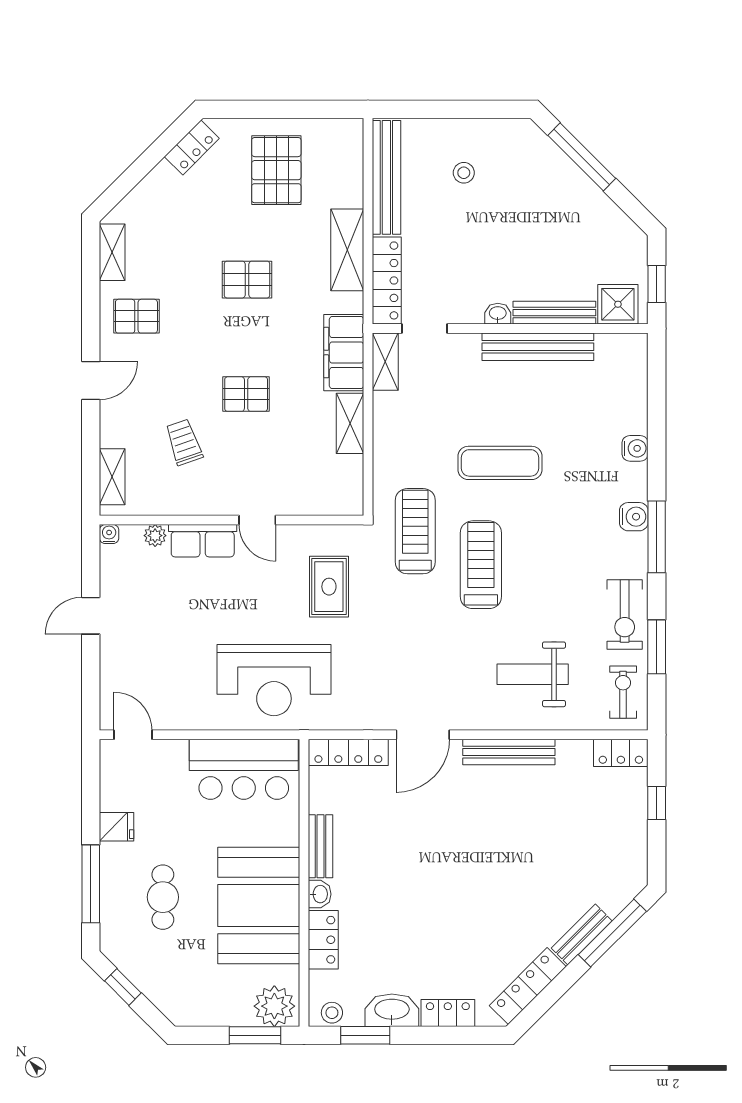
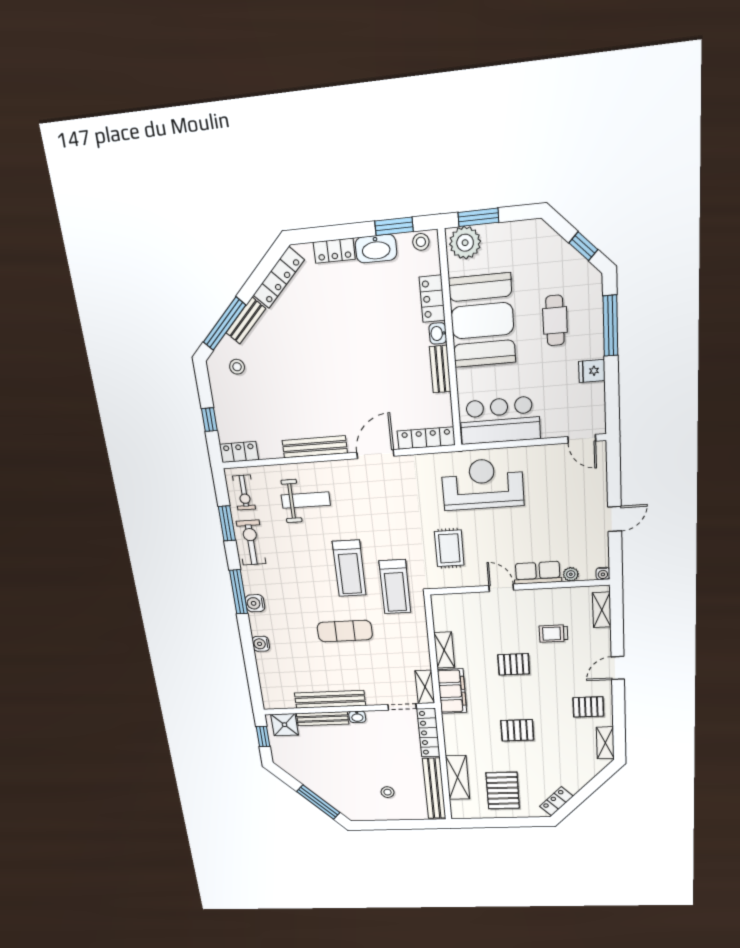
shelving: (347, 250) -> (457, 777), moved
trolley: (184, 442) -> (553, 634), turned 109
stool: (604, 874) -> (237, 367), added

